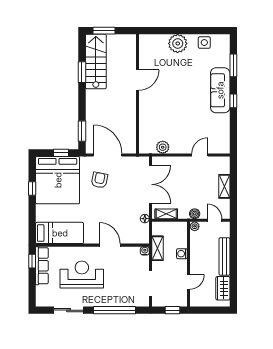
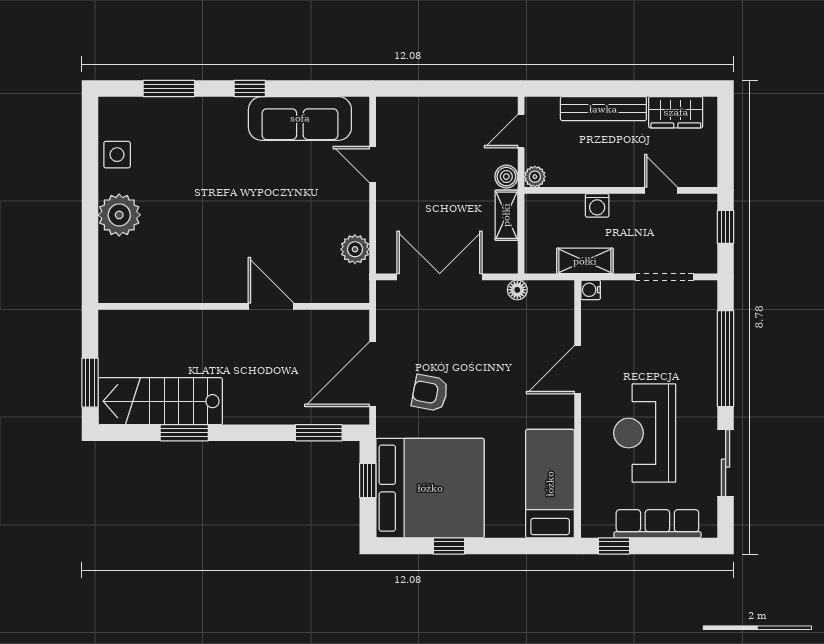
door: (137, 80) -> (271, 306), moved
sofa: (220, 90) -> (300, 118), moved
shelving: (224, 186) -> (444, 109), removed
shelving: (166, 214) -> (506, 215), moved
row of seats: (42, 266) -> (657, 524), moved

